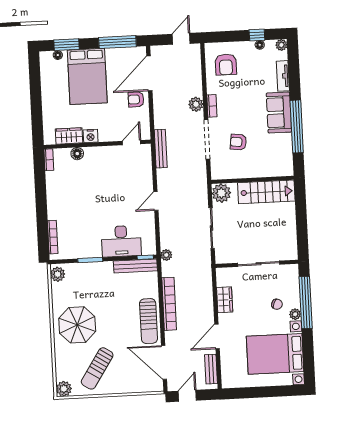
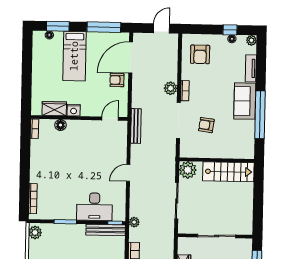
bed: (87, 76) -> (74, 56), width x0.67

